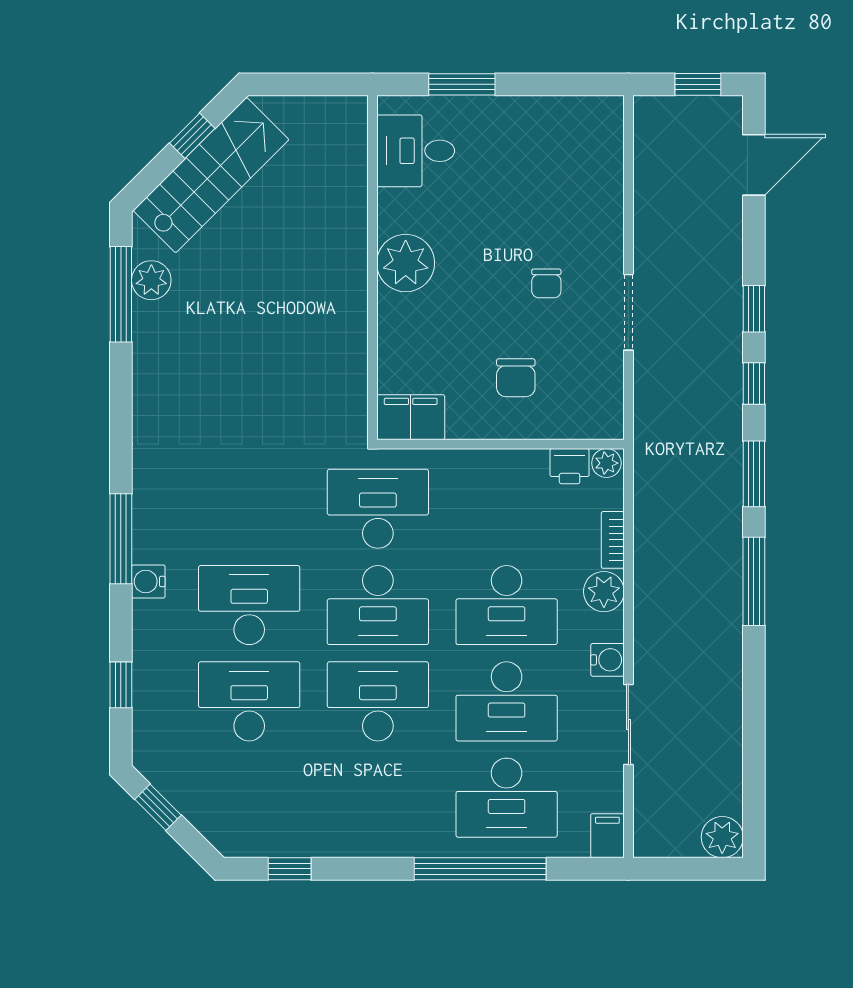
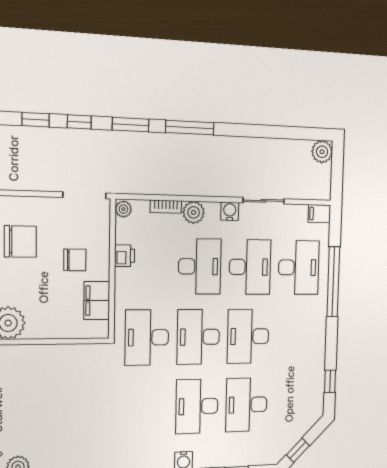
chair: (546, 283) -> (20, 241), width x1.87, depth x1.87
doorway: (628, 312) -> (84, 195), moved
filing cabinet: (411, 417) -> (97, 301), moved
printer: (570, 466) -> (125, 256), moved
desk: (378, 605) -> (198, 337), turned 180

